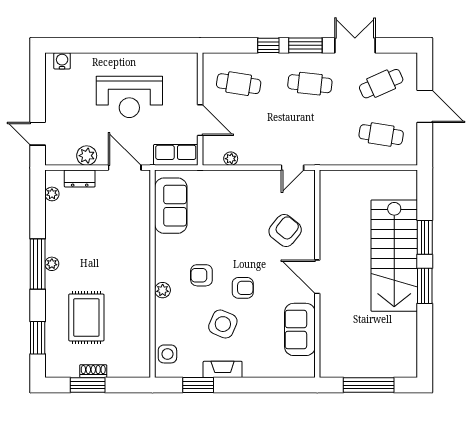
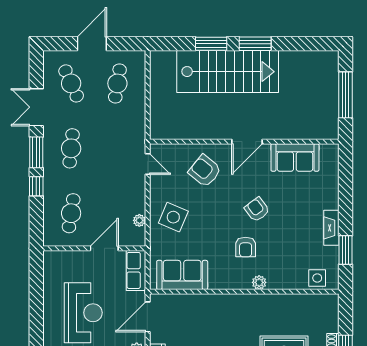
armchair: (243, 288) -> (257, 209), turned -37
side table: (223, 324) -> (173, 217), moved

